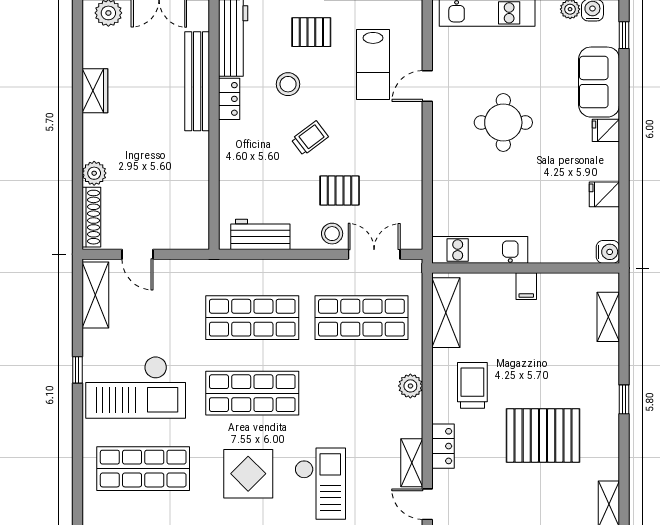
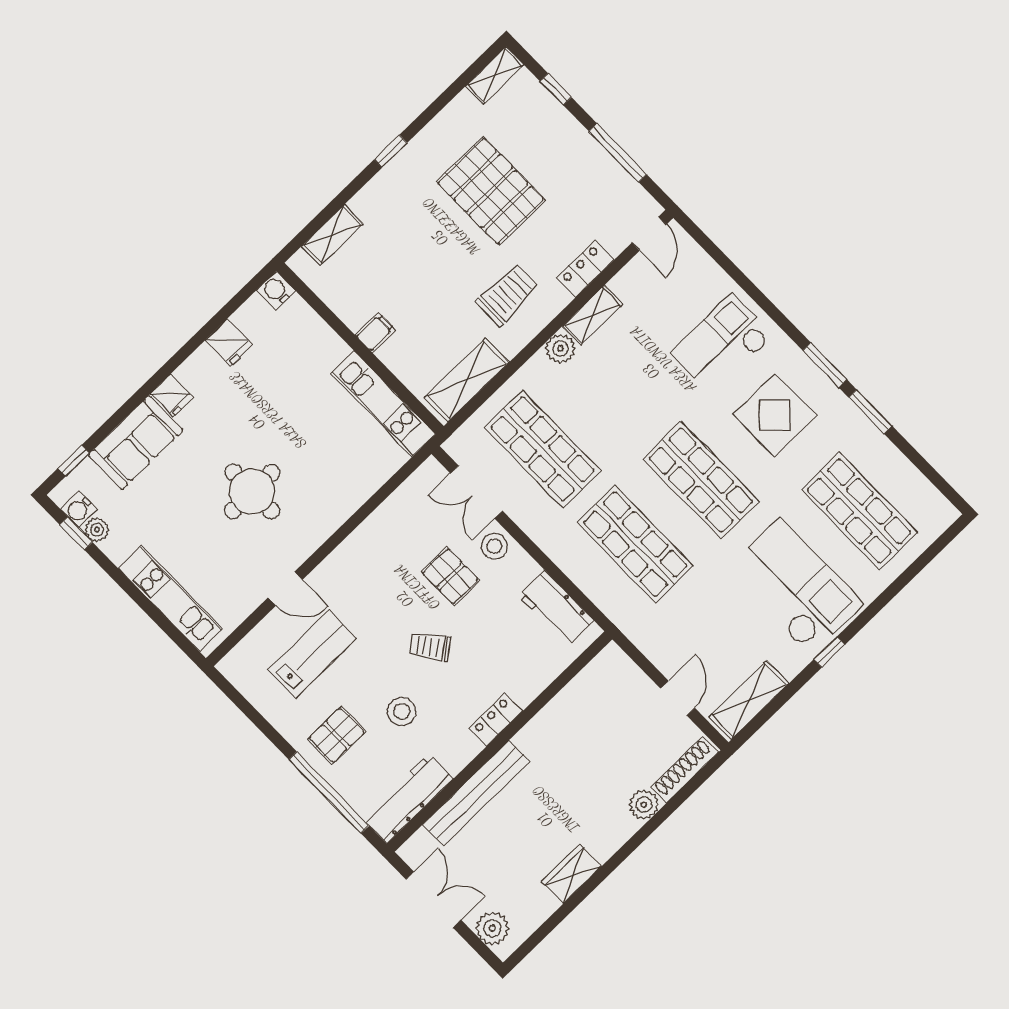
pallet: (311, 32) -> (337, 735), turned 90
locker: (229, 99) -> (496, 720), moved
trolley: (472, 385) -> (507, 295), turned 180
shelving: (412, 463) -> (593, 315), moved

